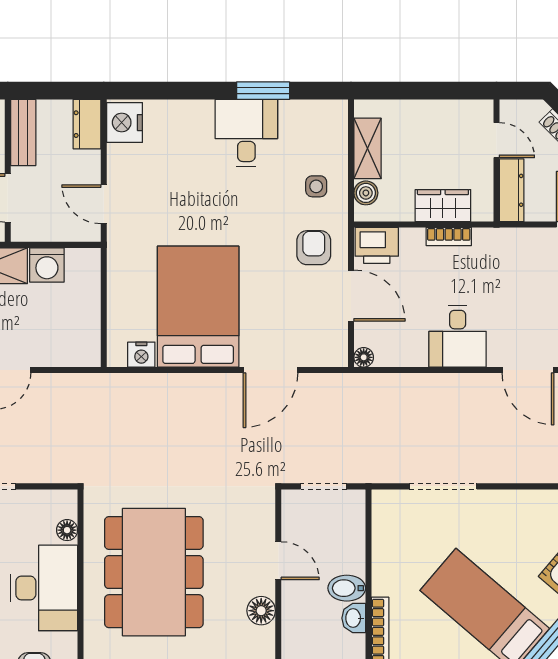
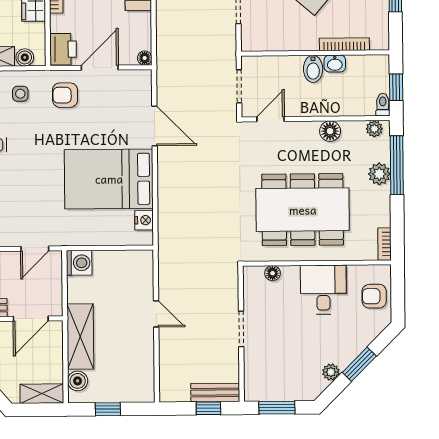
washing machine: (47, 265) -> (79, 263), moved
door: (278, 561) -> (270, 119), moved
desk: (44, 588) -> (323, 290), width x0.73

